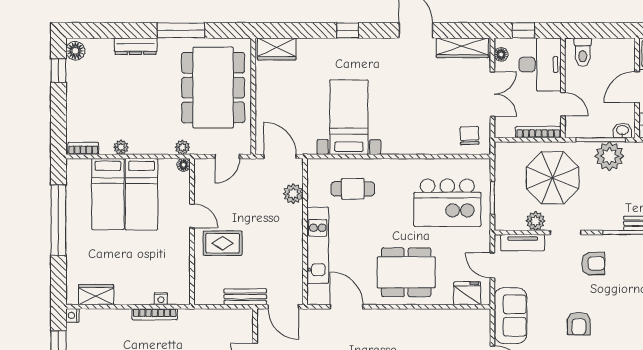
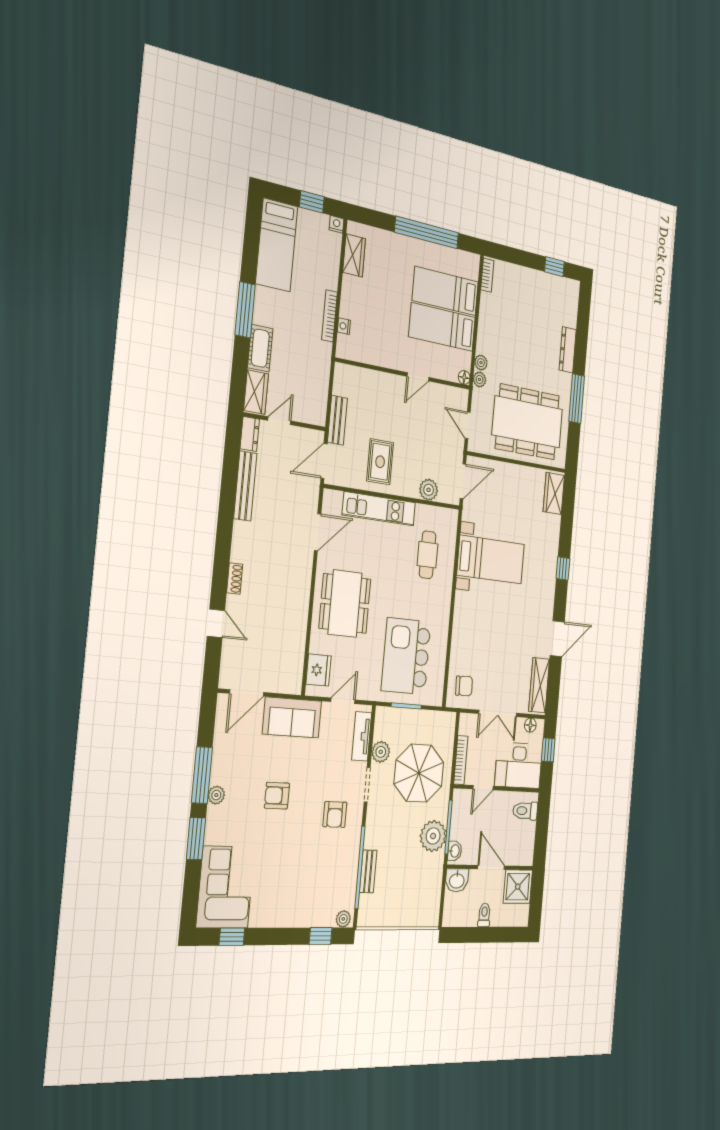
floor lamp: (75, 51) -> (569, 288), removed
plant: (121, 147) -> (481, 363), moved
rug: (223, 243) -> (380, 462), moved

